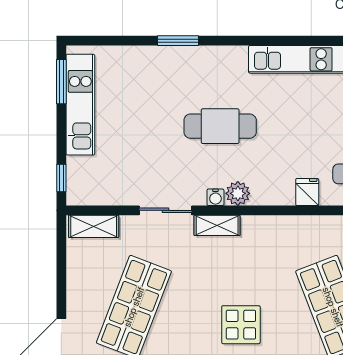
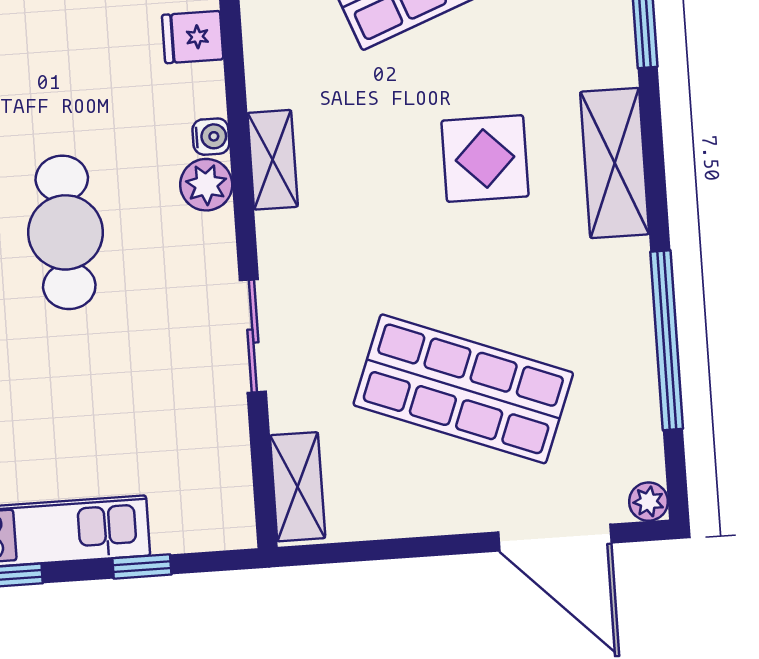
window: (61, 178) -> (142, 566), moved
water cooler: (215, 197) -> (211, 137), moved
shelving: (217, 225) -> (273, 160), moved

